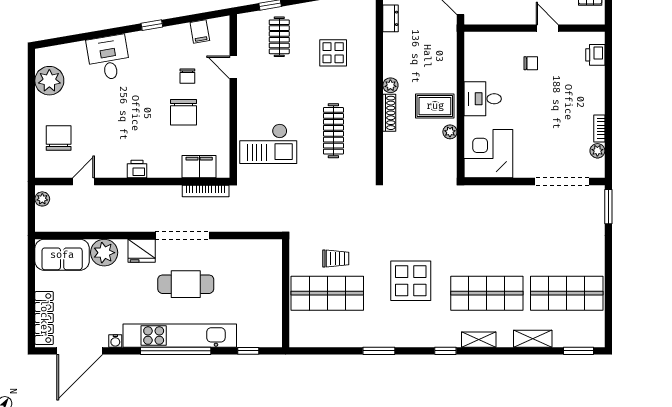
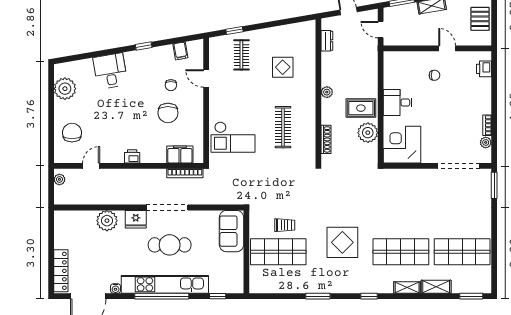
shoe rack: (389, 113) -> (326, 139), moved
plant: (450, 132) -> (368, 133), width x1.88, depth x1.88
sofa: (62, 255) -> (232, 231), moved, turned 90
shelving: (479, 340) -> (407, 287), moved

